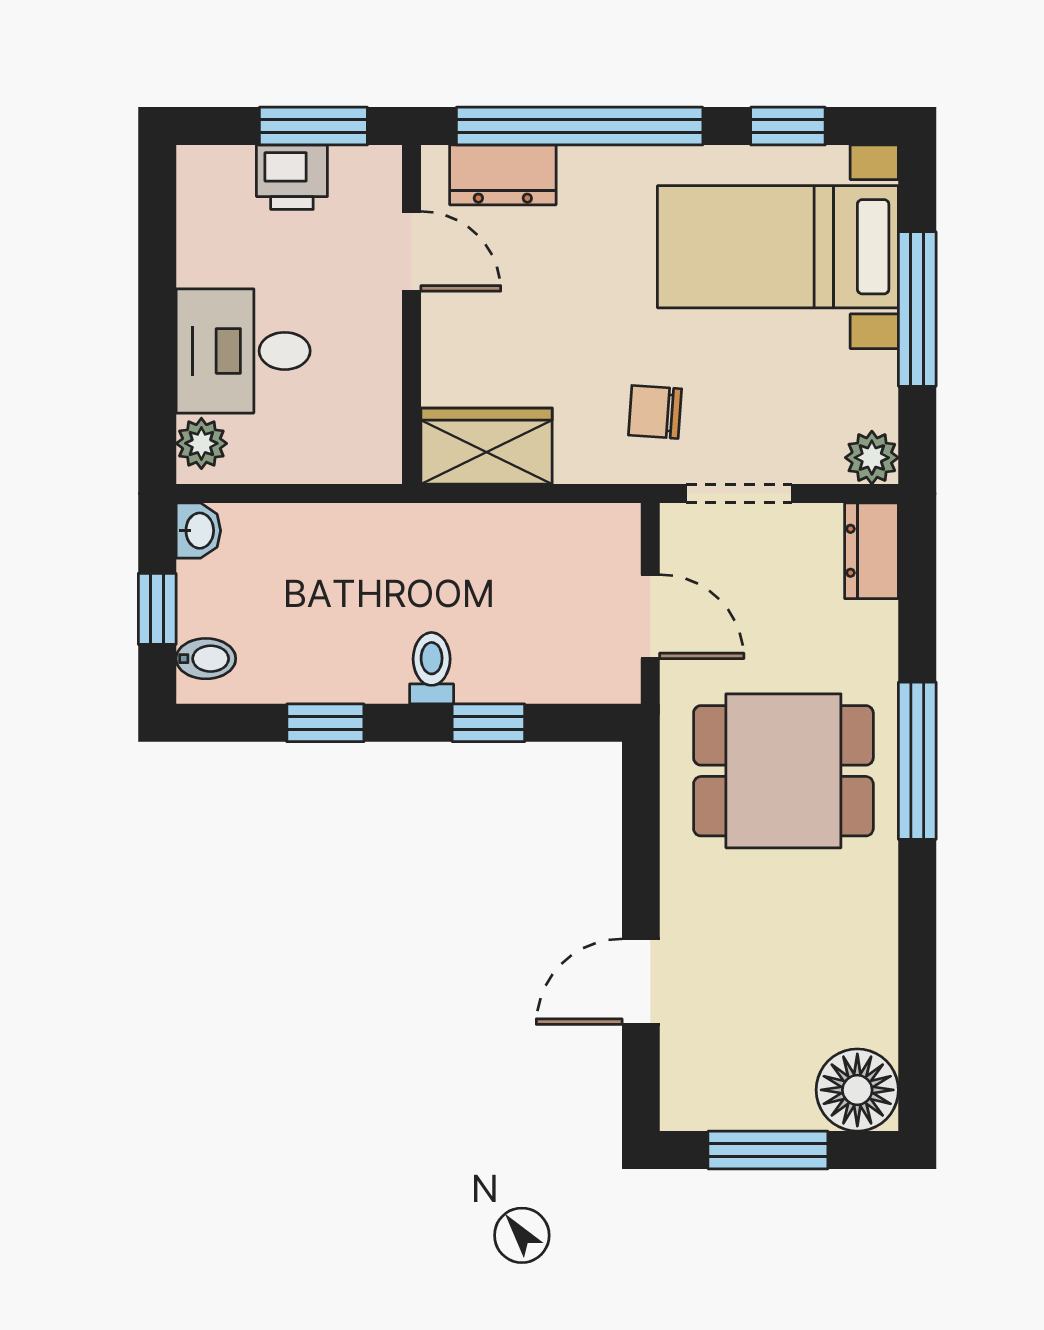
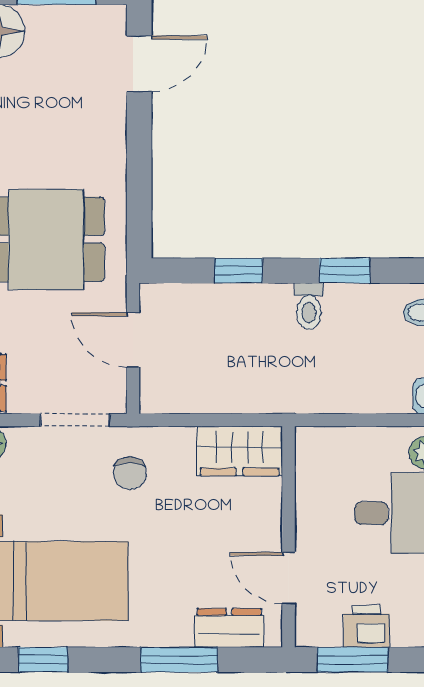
window: (580, 126) -> (179, 660), width x0.47
chair: (655, 412) -> (130, 473), turned 87
toilet: (432, 668) -> (309, 306), moved
door: (641, 982) -> (139, 64), moved

